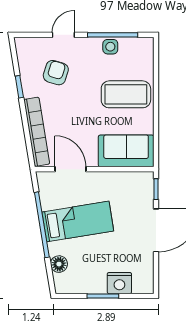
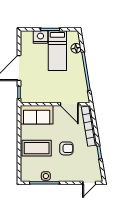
door: (63, 35) -> (89, 183), moved
armchair: (56, 73) -> (66, 148), moved, turned -107
bed: (78, 221) -> (57, 51), moved, turned -81

